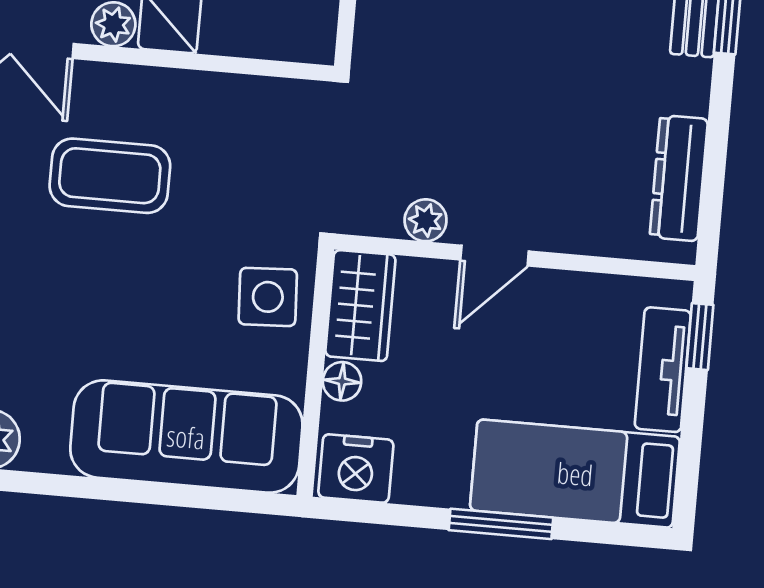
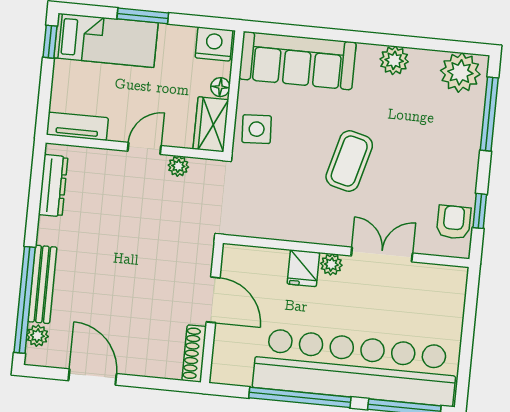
coffee table: (110, 176) -> (349, 161), moved, turned -75
window: (700, 337) -> (50, 42), moved
tv unit: (663, 370) -> (77, 126), moved, turned -90

